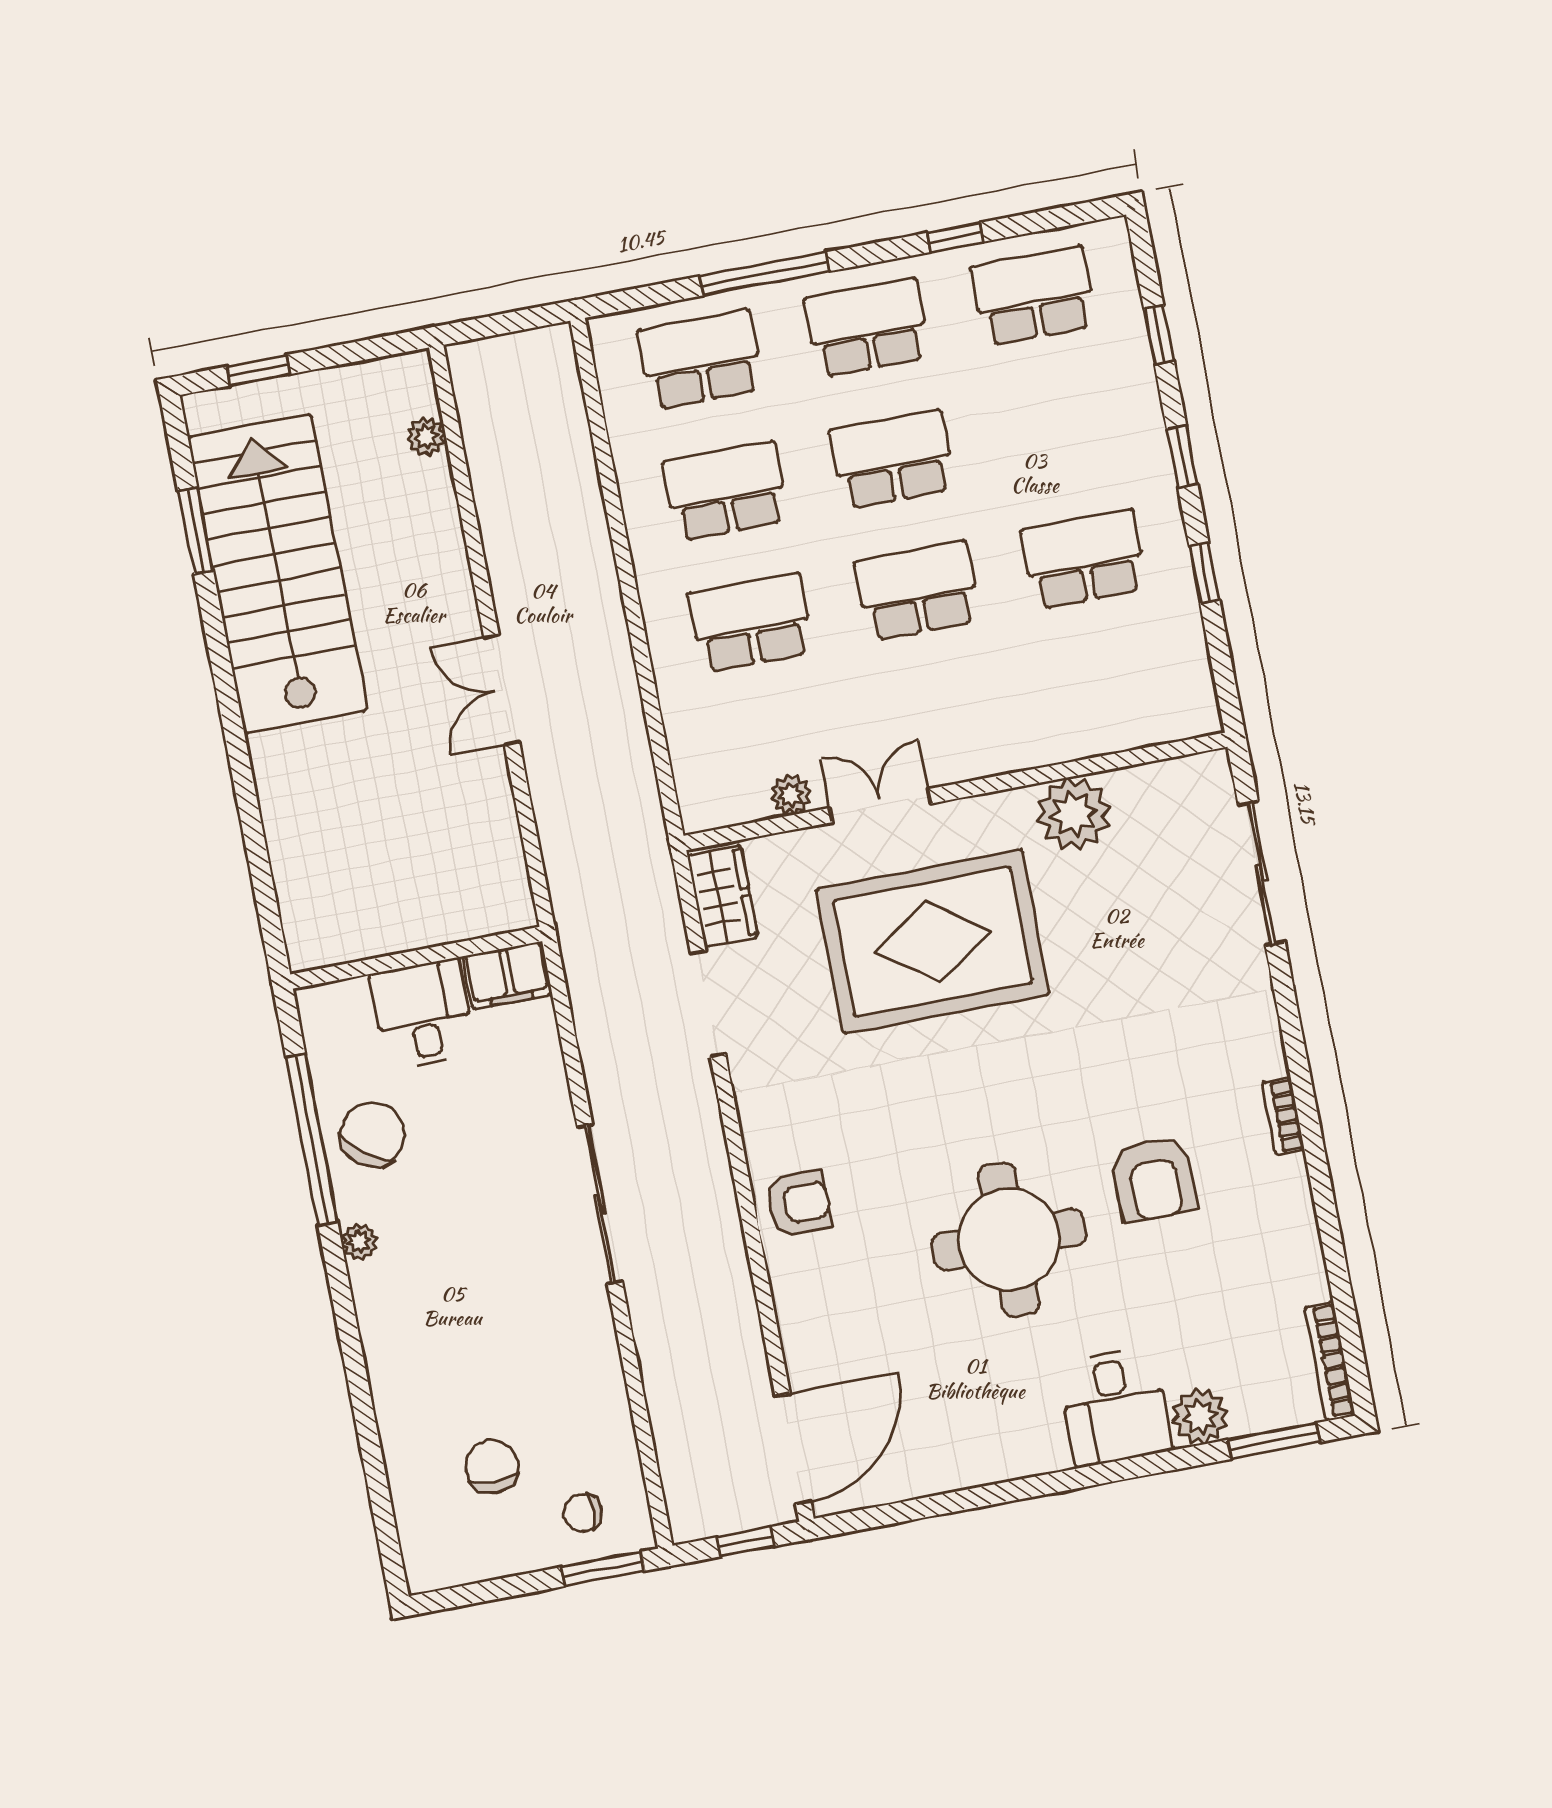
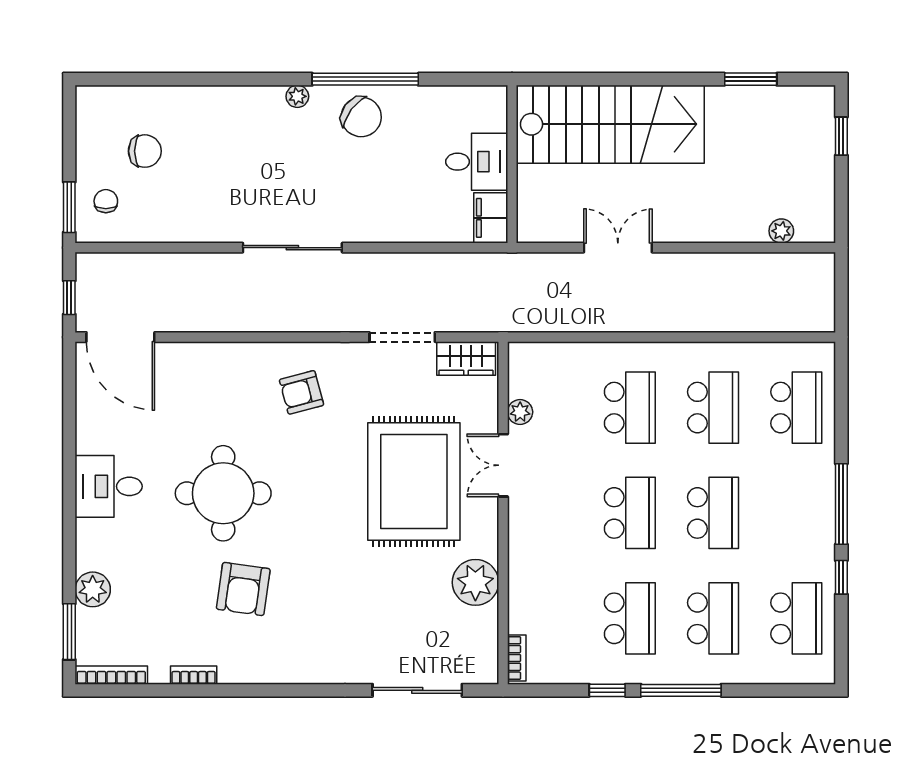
window: (764, 274) -> (841, 504), moved
school desk: (867, 328) -> (713, 618), moved
window: (1159, 335) -> (758, 690), removed
window: (1182, 457) -> (681, 690), width x2.17
stairs: (278, 574) -> (610, 124), moved
bookcase: (1181, 726) -> (517, 658), added
double door: (880, 806) -> (503, 465), swing flipped
wall: (416, 958) -> (512, 164), moved
filing cabinet: (507, 975) -> (491, 218), moved
desk: (423, 1014) -> (477, 162), moved
bookcase: (1283, 1116) -> (194, 675), moved
armchair: (1154, 1179) -> (243, 589), turned -82
armchair: (798, 1204) -> (302, 392), moved, turned 75
desk: (1115, 1407) -> (109, 486), moved

